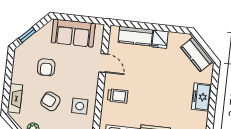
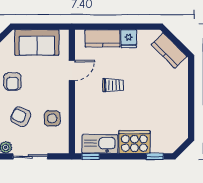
door: (103, 63) -> (72, 70), hinge flipped
trolley: (118, 96) -> (113, 85), moved
freezer: (201, 97) -> (179, 95), removed

